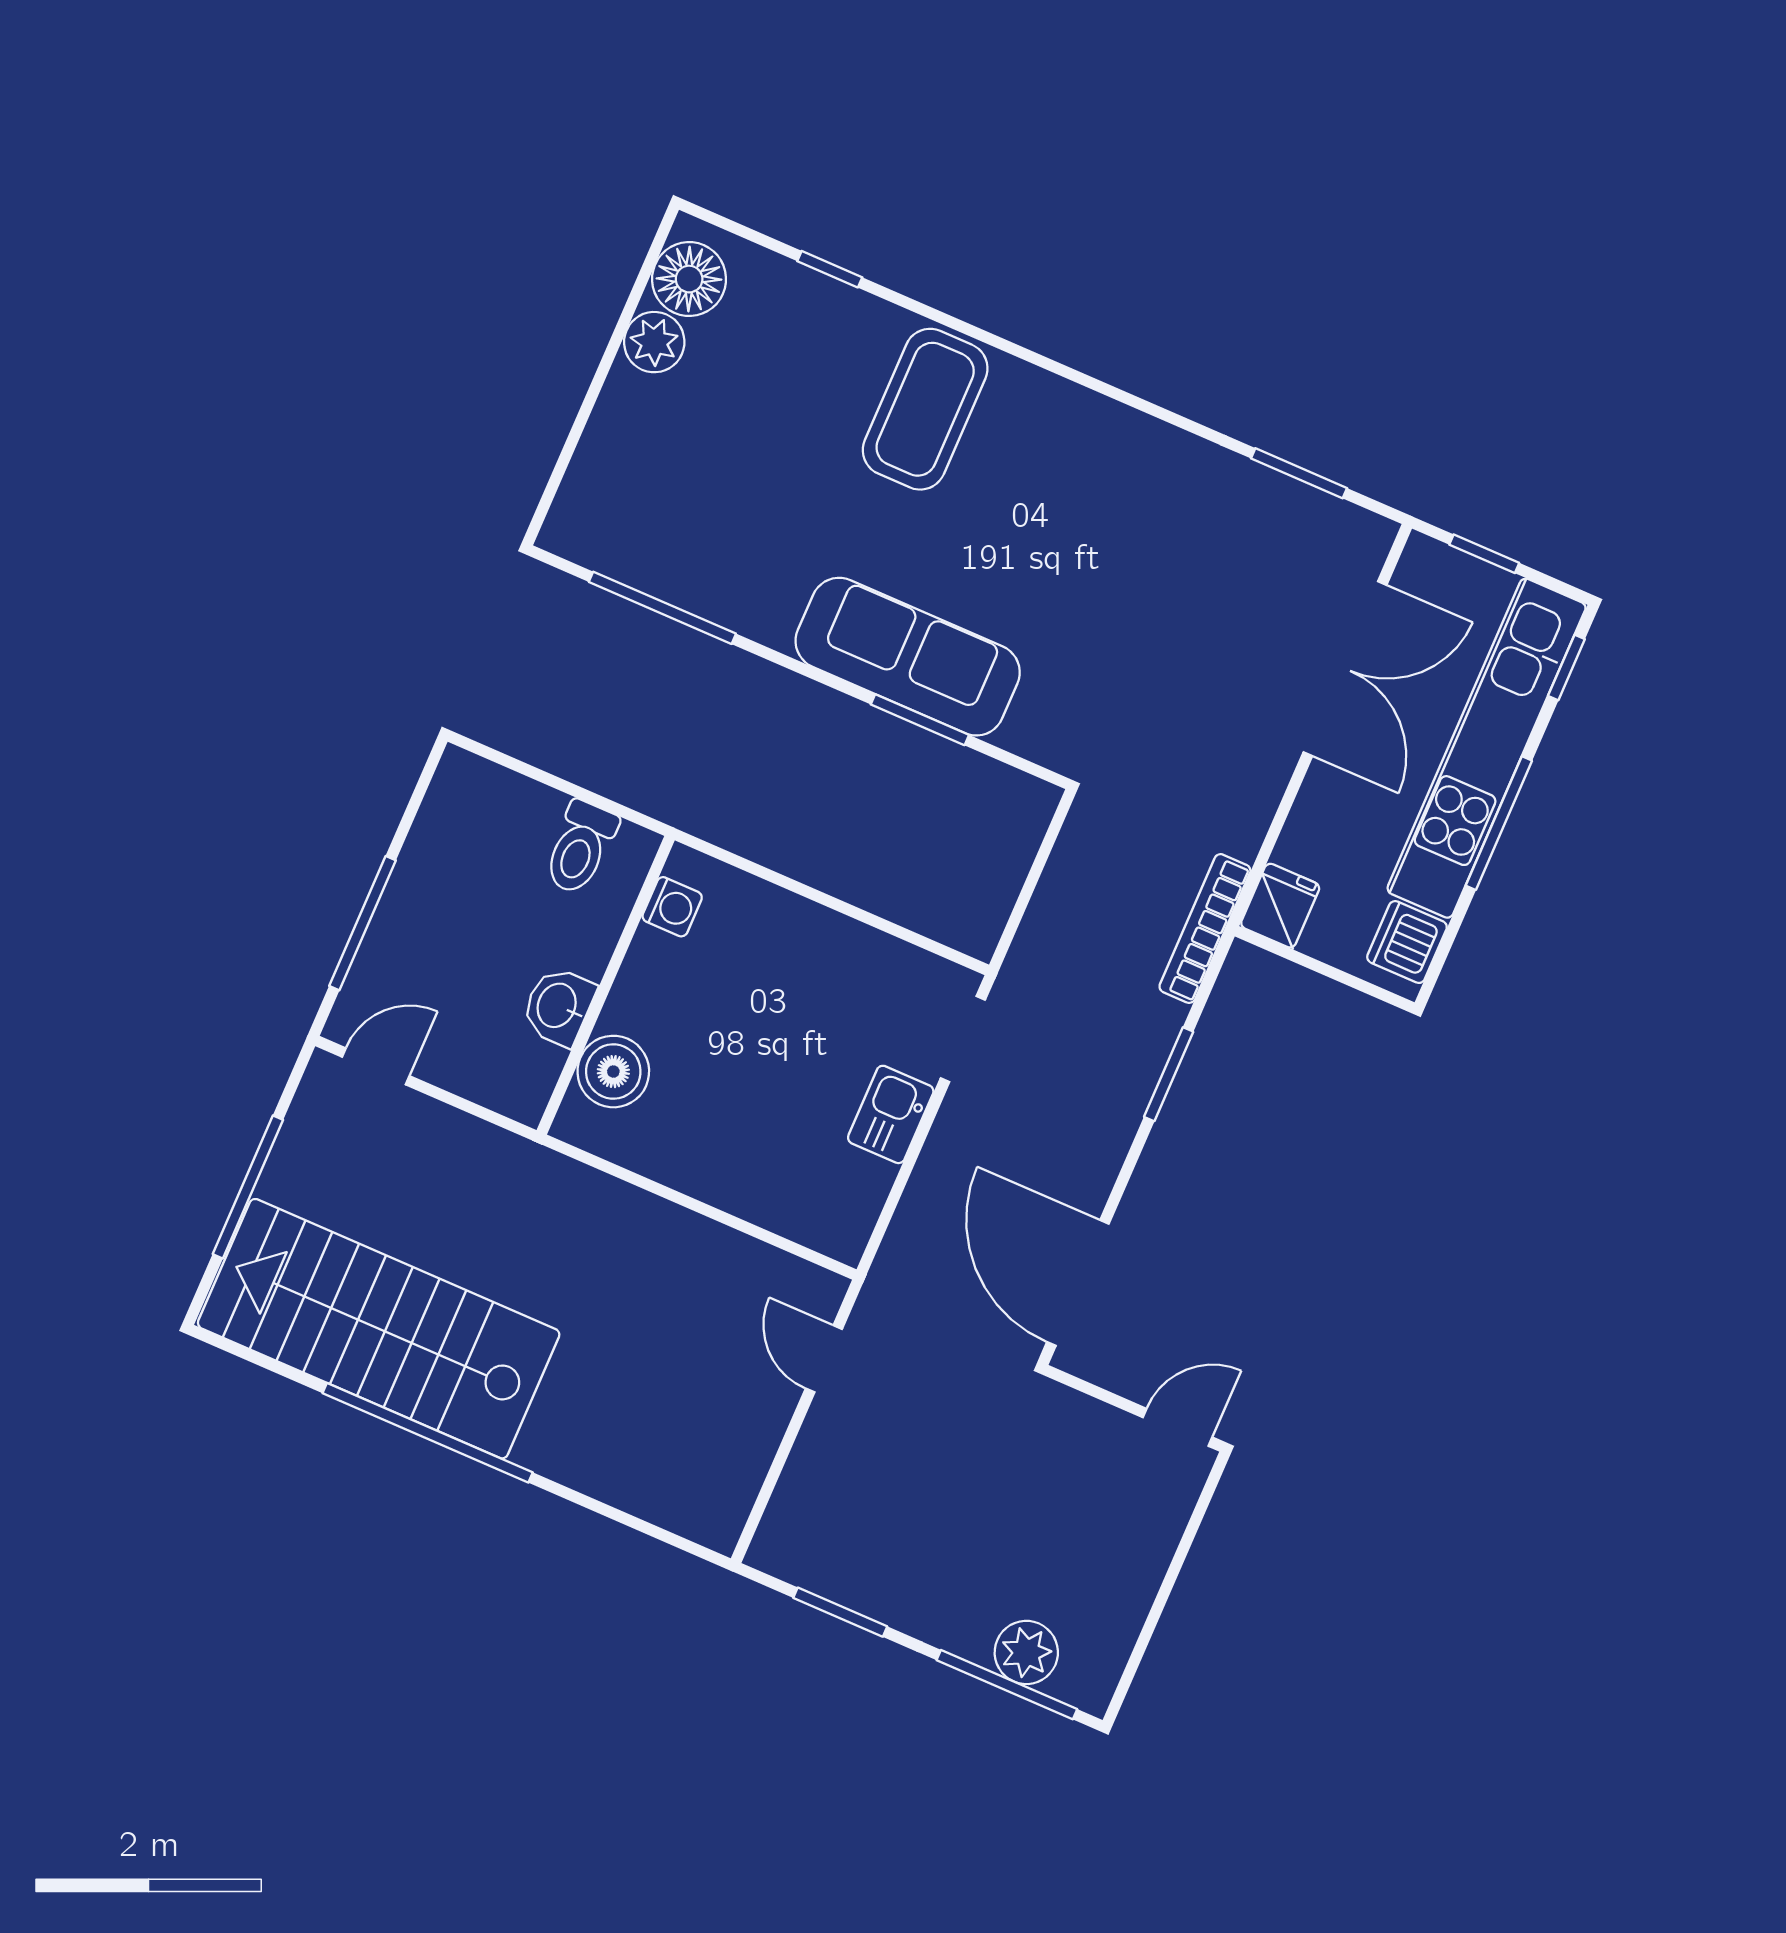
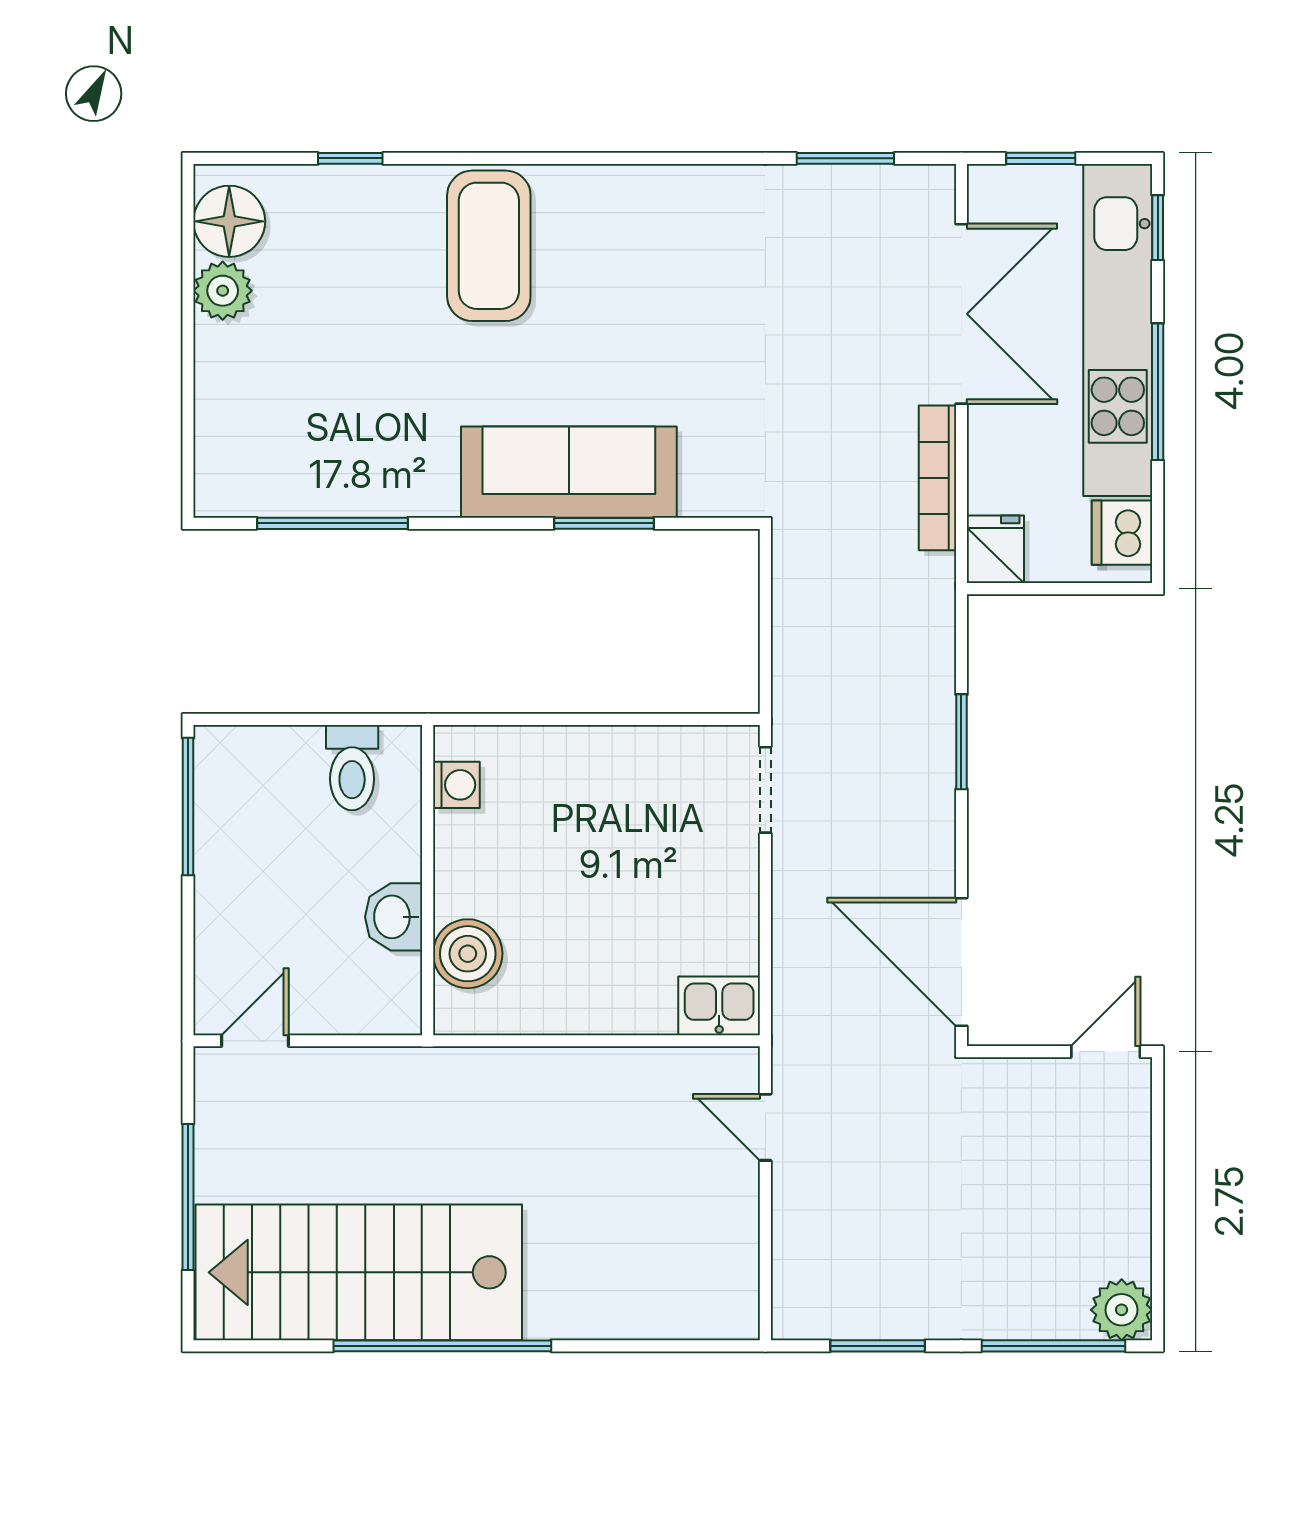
window: (363, 923) -> (188, 807), moved
bookcase: (1205, 929) -> (937, 478), moved
kitchen sink: (891, 1114) -> (719, 1006), moved, turned 90
plant: (1026, 1652) -> (1122, 1310), moved

